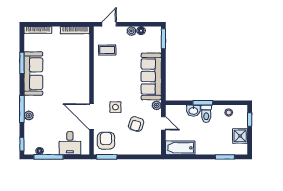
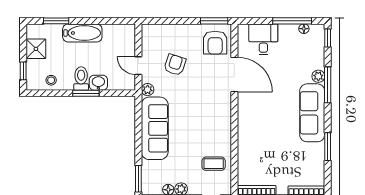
sofa: (33, 74) -> (312, 113), moved
side table: (115, 107) -> (202, 87), removed
bathtub: (180, 148) -> (82, 33), moved

